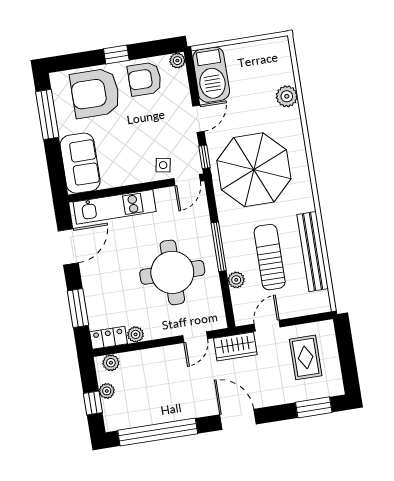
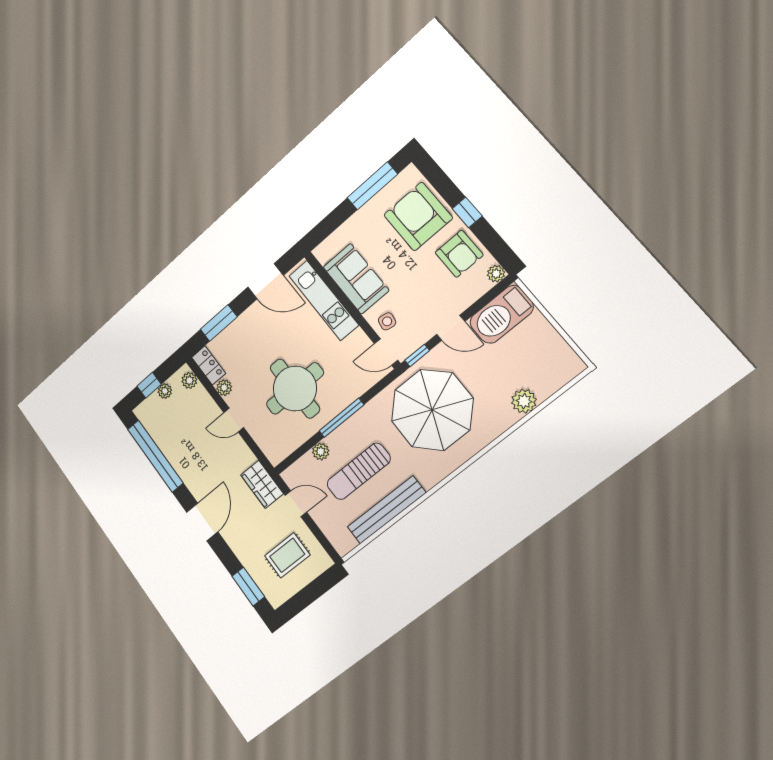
armchair: (145, 79) -> (459, 254), turned 180
sofa: (80, 163) -> (356, 279), moved, turned -90
sun lounger: (270, 257) -> (359, 471), turned 180
door: (195, 337) -> (234, 420), moved

